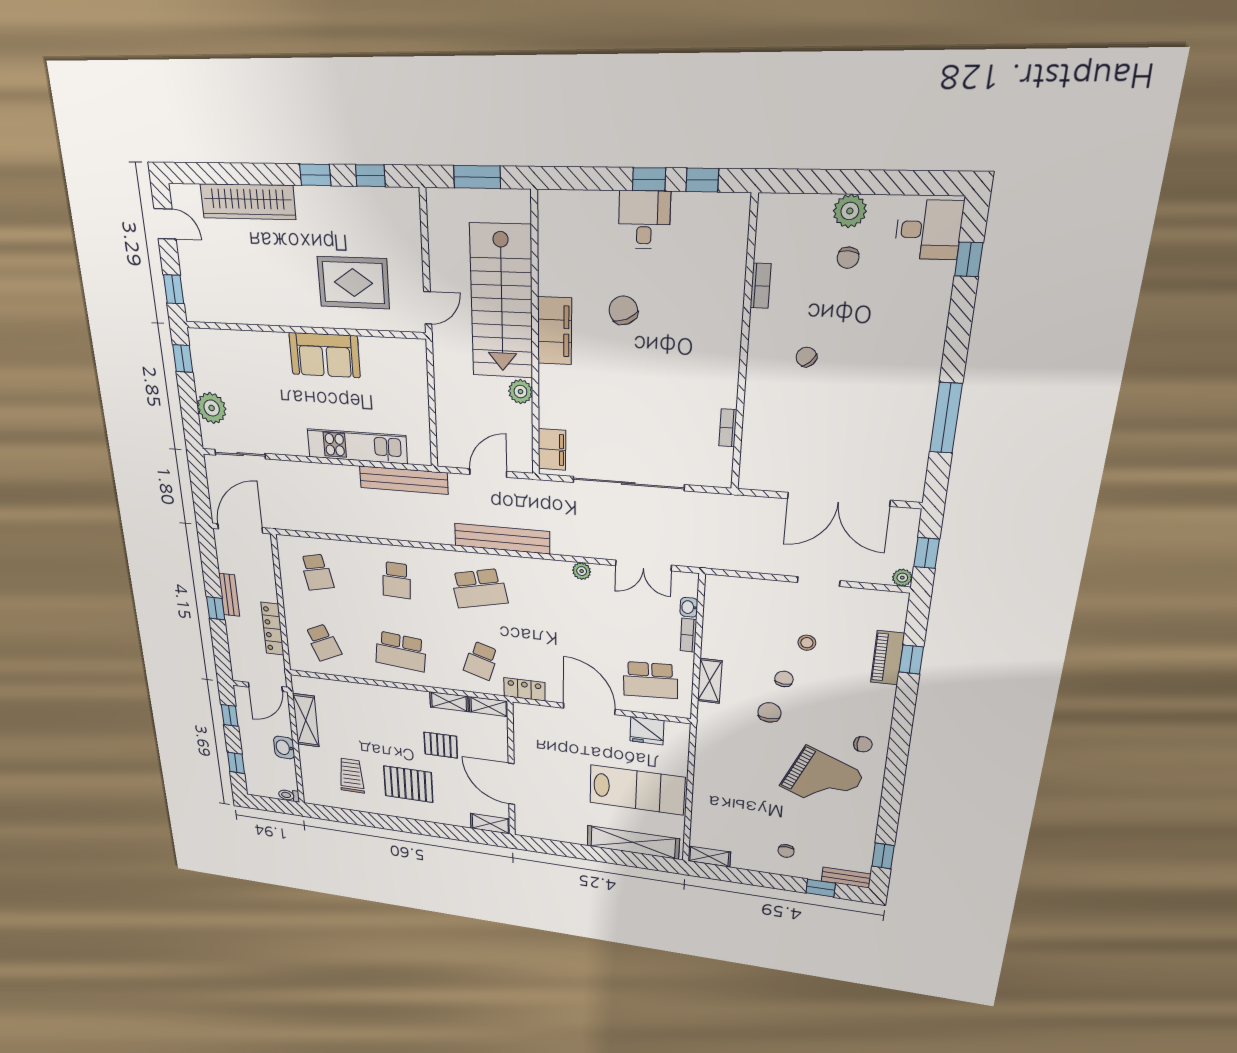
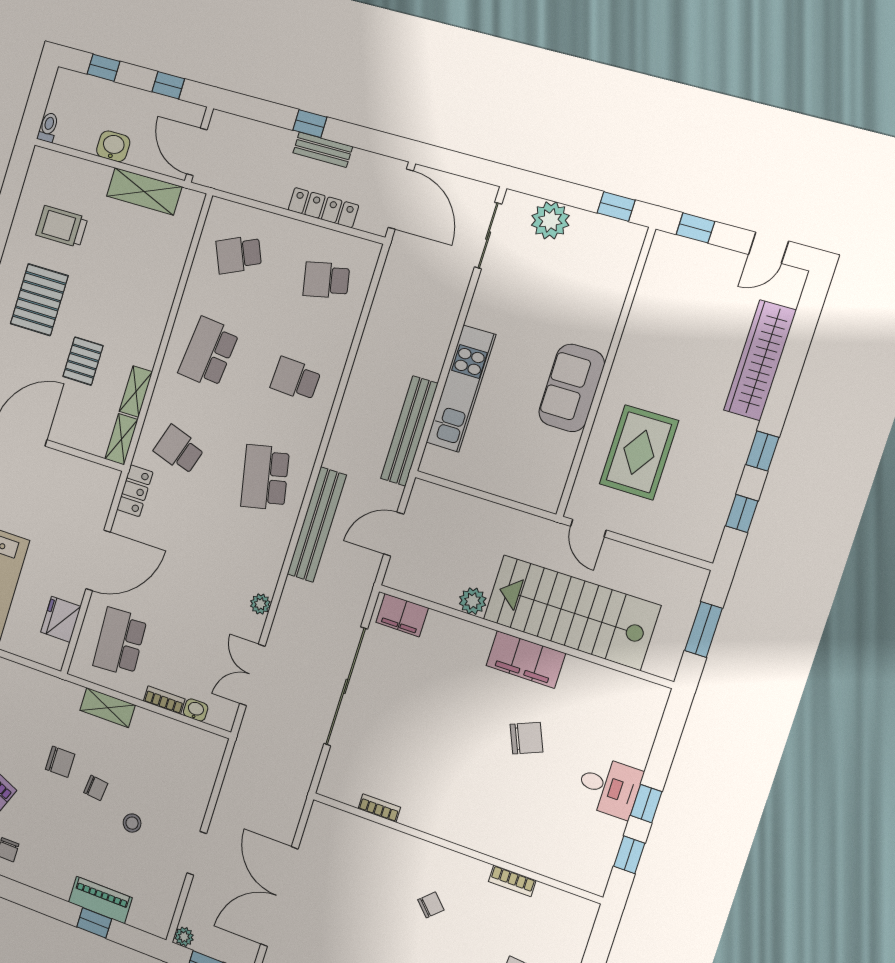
door: (488, 473) -> (394, 534), swing flipped
locker: (272, 629) -> (323, 208), moved
trolley: (351, 776) -> (62, 226), turned 180

